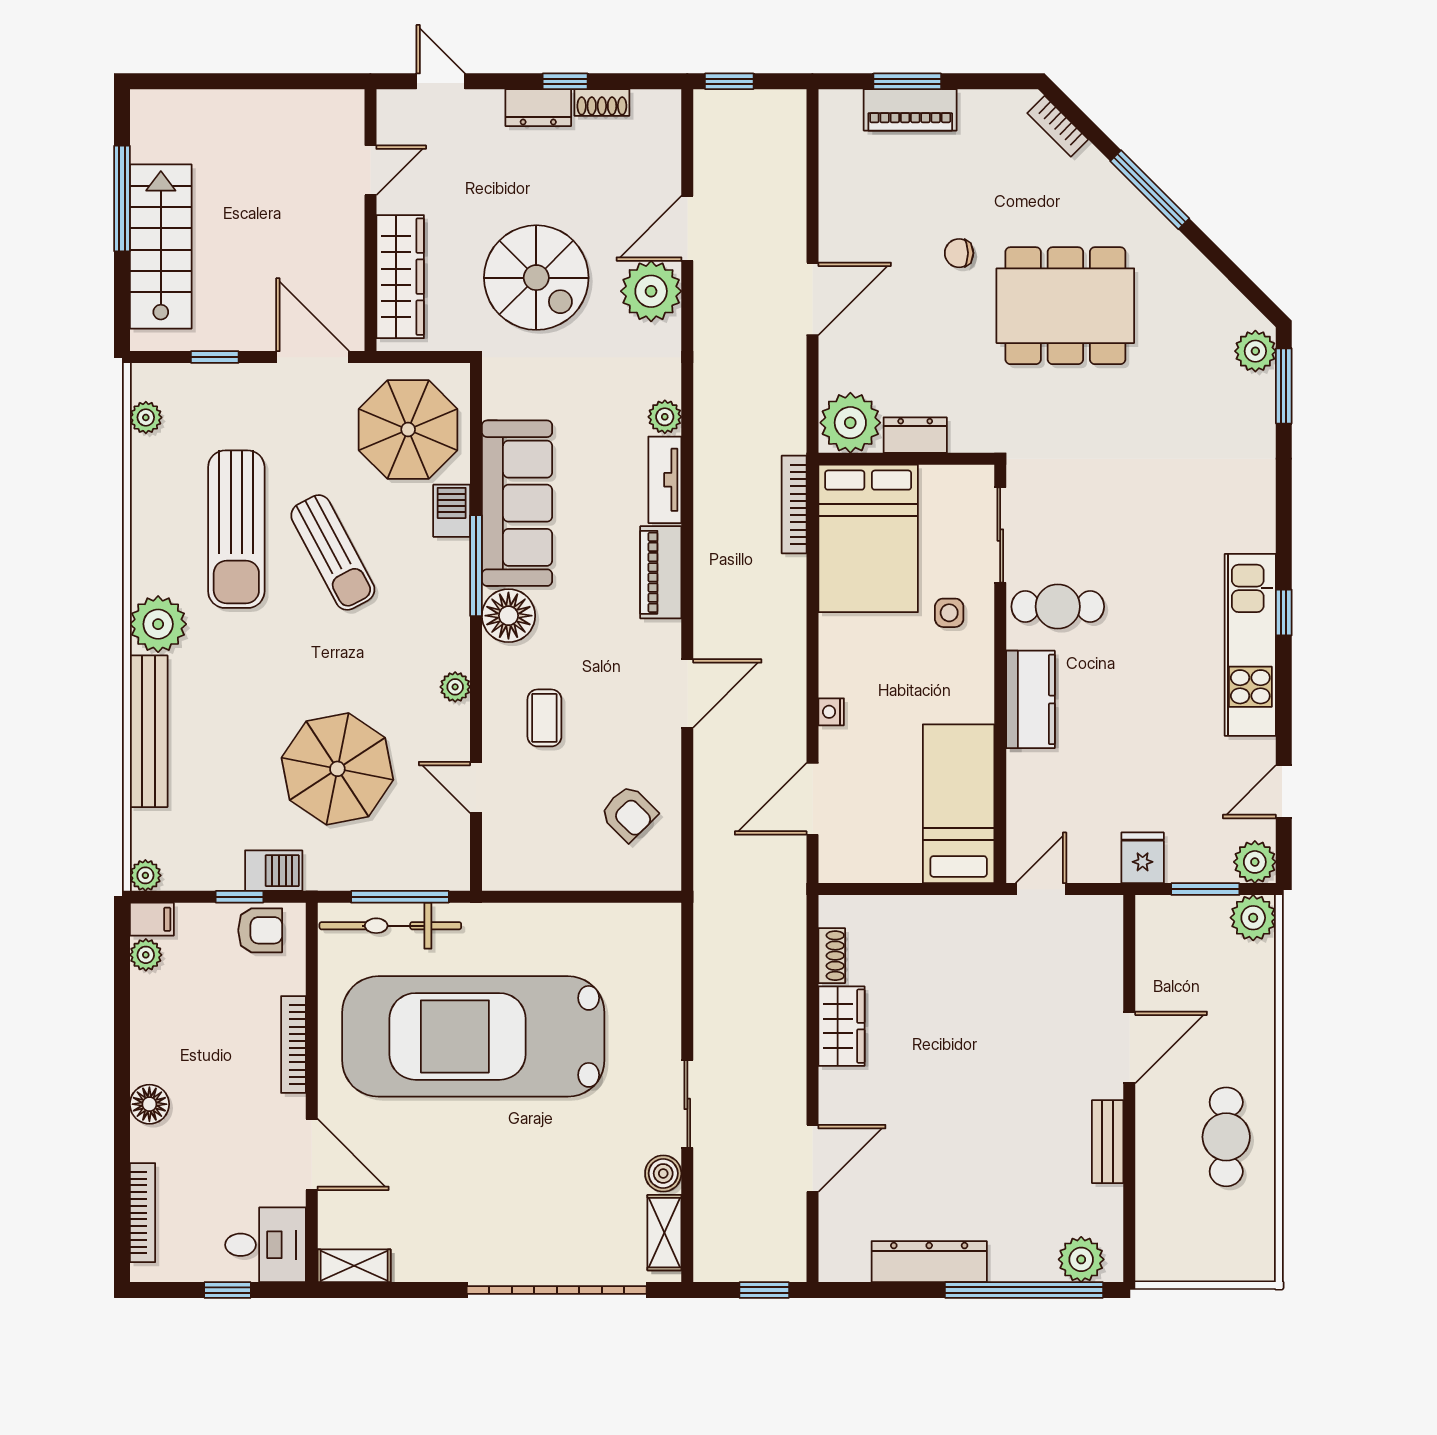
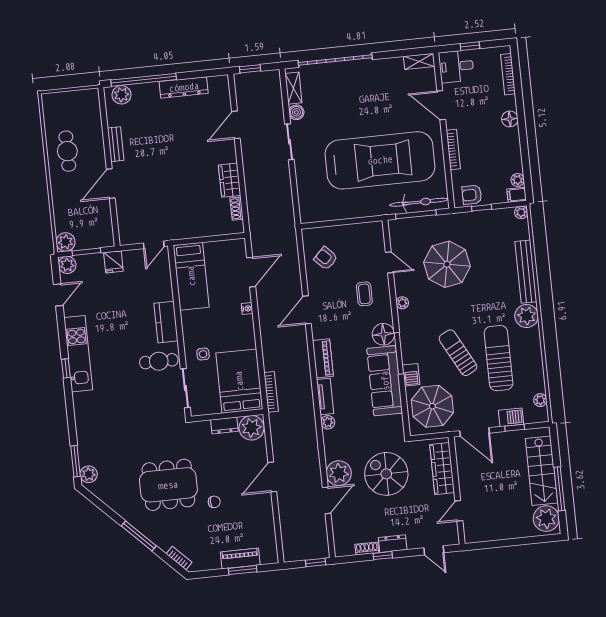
plant: (161, 130) -> (546, 519), added
barbecue: (274, 871) -> (511, 417), moved, turned 180

